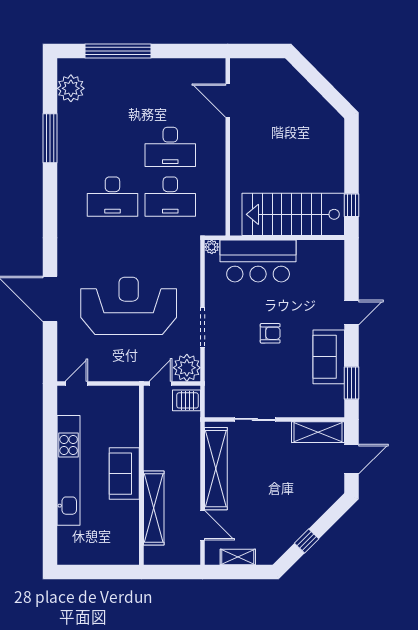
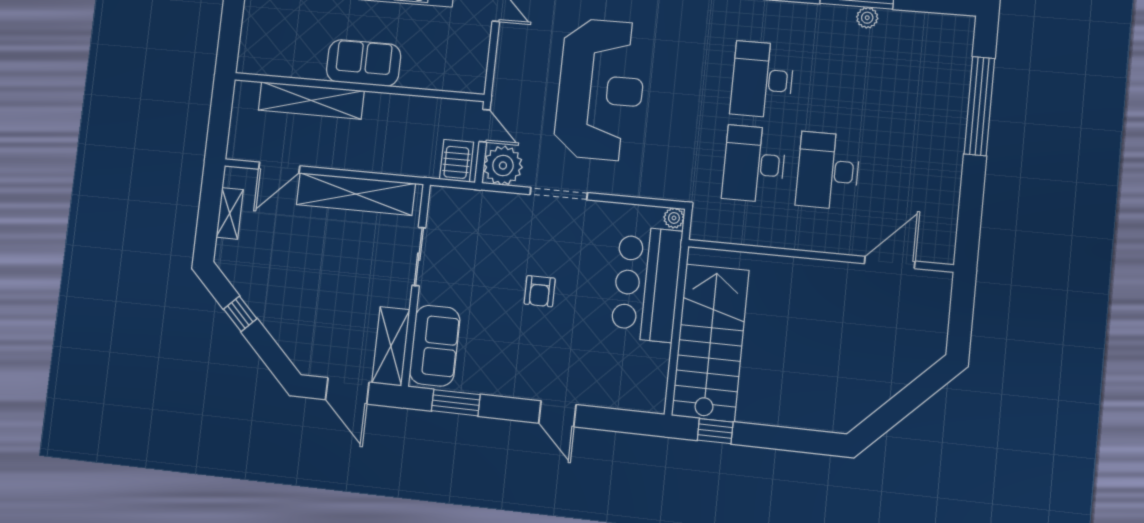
plant: (71, 88) -> (867, 18), moved, width x0.53, depth x0.53
sofa: (329, 357) -> (435, 346), moved, turned 90

